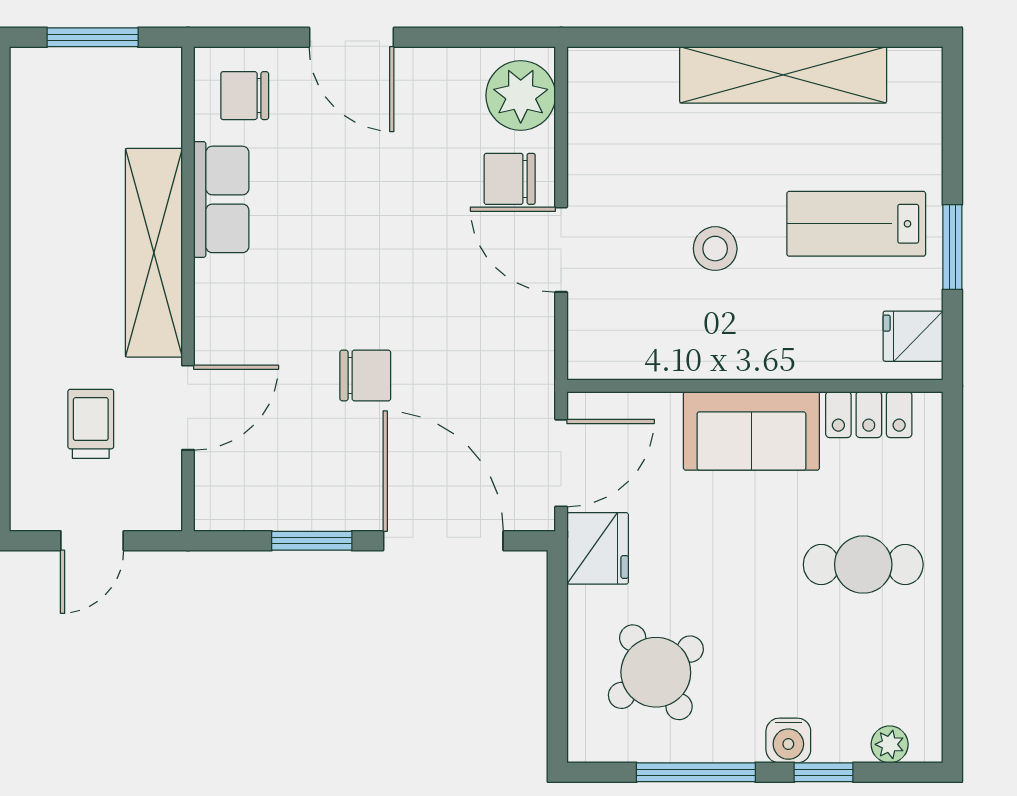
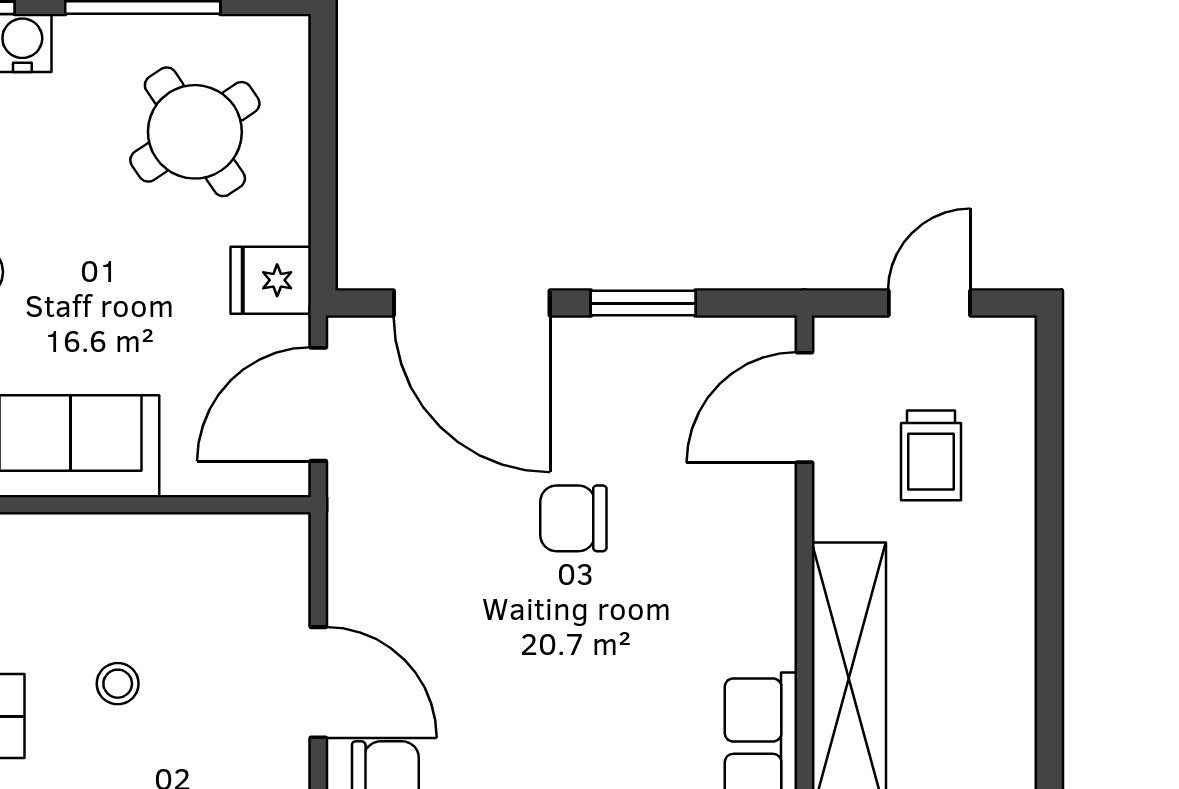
stool: (715, 249) -> (118, 684), width x0.73, depth x0.73
door: (188, 408) -> (804, 407), moved
fridge: (598, 548) -> (271, 280), width x0.72

